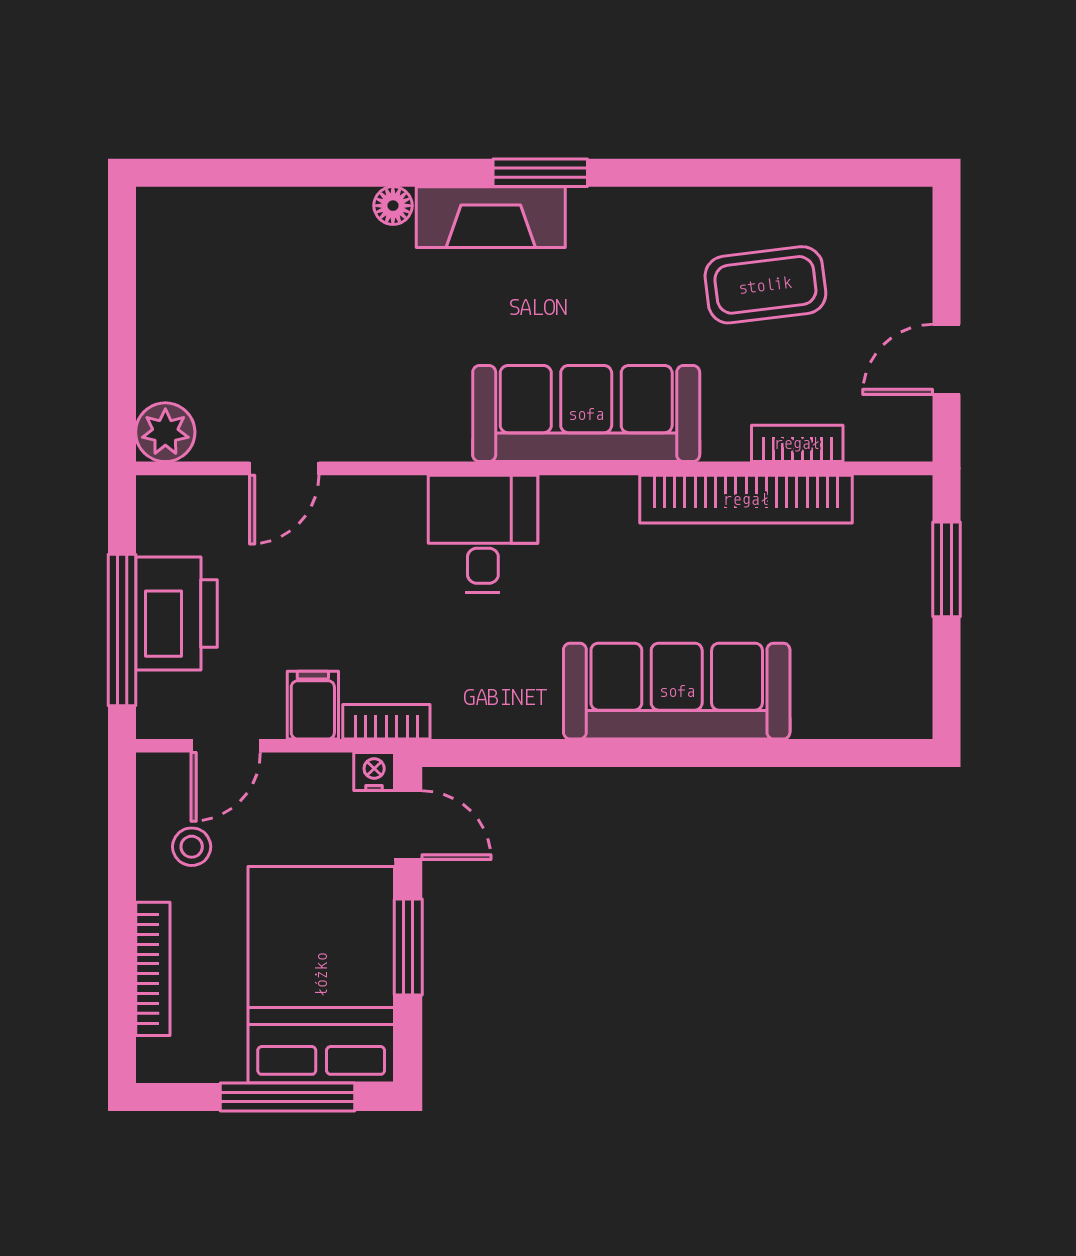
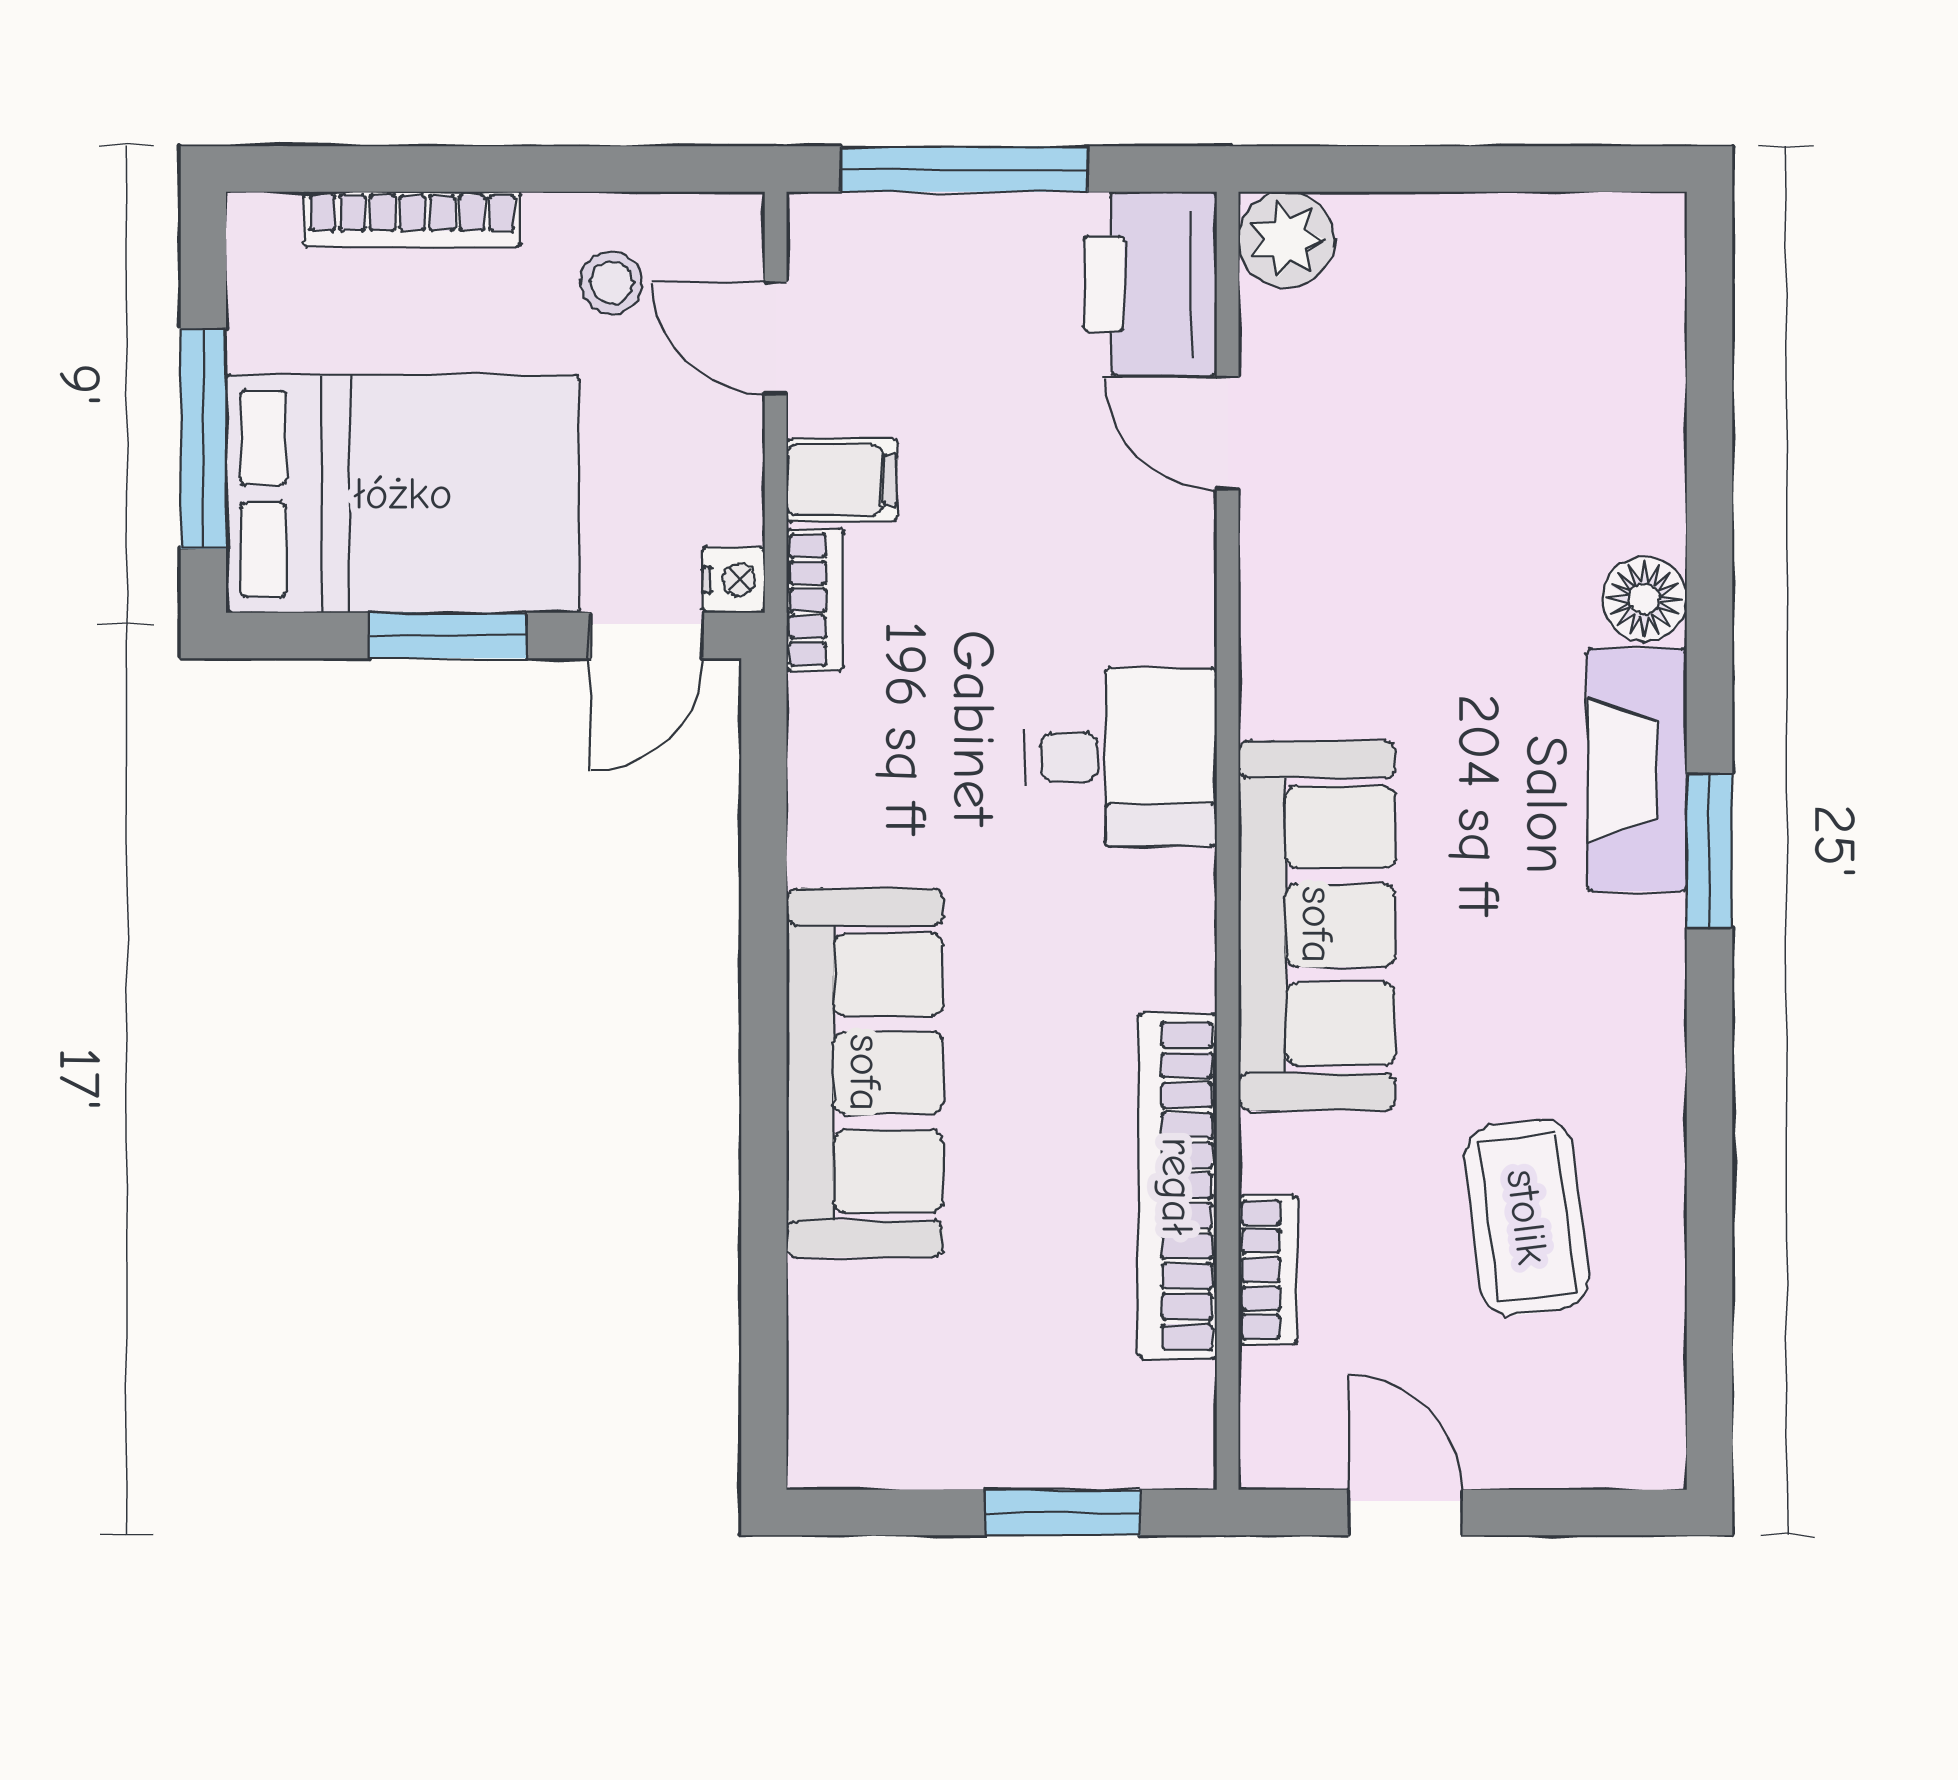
floor lamp: (393, 206) -> (1644, 599), width x1.37, depth x1.37
printer: (176, 613) -> (1151, 284), moved, turned 90

